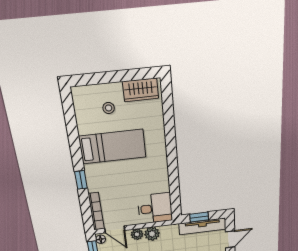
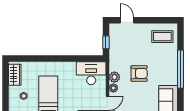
desk: (155, 208) -> (91, 73), width x1.37
tv unit: (202, 226) -> (114, 40), removed

